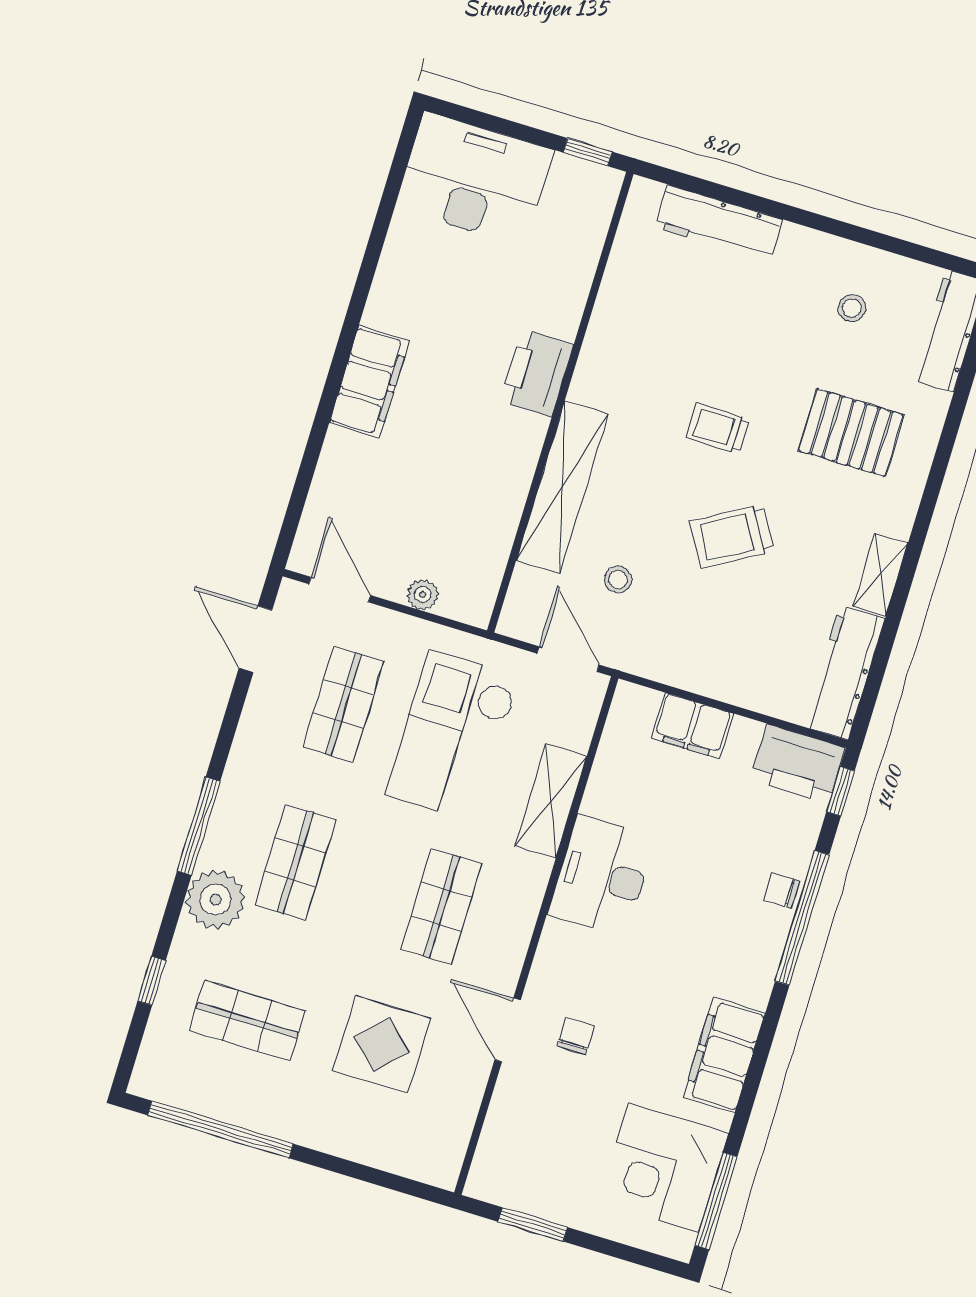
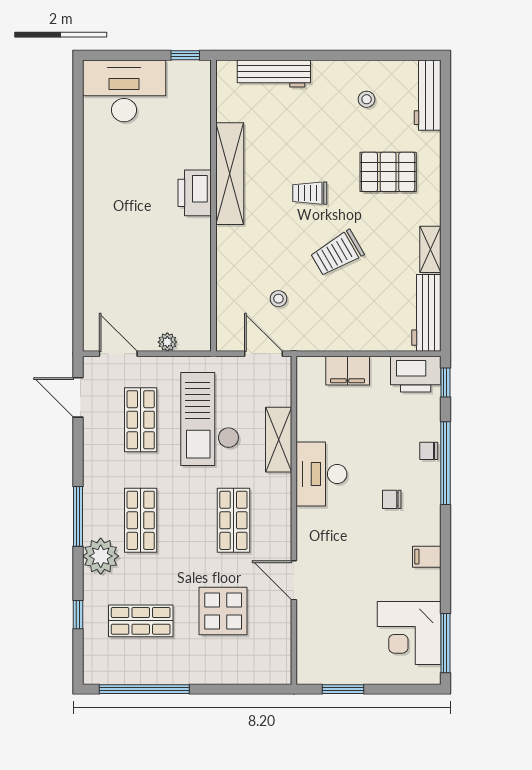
filing cabinet: (369, 382) -> (99, 227), removed
shelving: (562, 487) -> (230, 174), moved
chair: (576, 1036) -> (392, 499), moved, turned -90
filing cabinet: (724, 1055) -> (427, 557), width x0.33, depth x0.86

